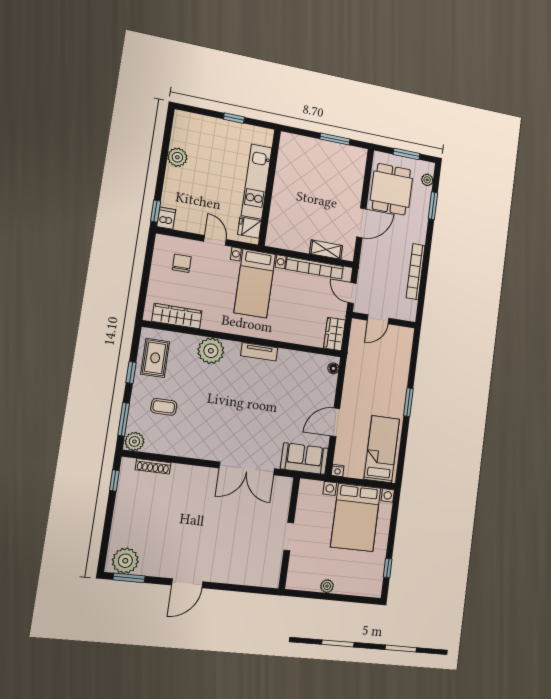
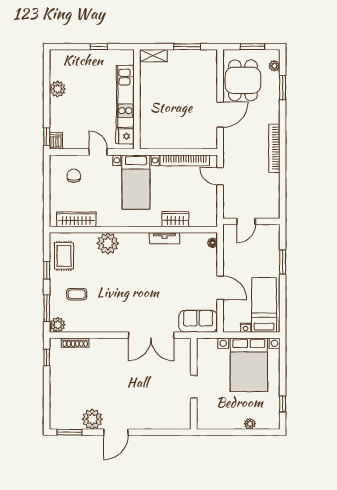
shelving: (326, 250) -> (153, 56), moved
door: (378, 319) -> (246, 221), moved
wall: (384, 320) -> (251, 221), moved
wardrobe: (334, 334) -> (175, 219), moved, turned 90
tv unit: (259, 352) -> (165, 238), moved
door: (335, 422) -> (220, 288), swing flipped
nightstand: (338, 471) -> (246, 328), moved
plant: (125, 561) -> (92, 419), moved
plant: (327, 586) -> (250, 424), moved

